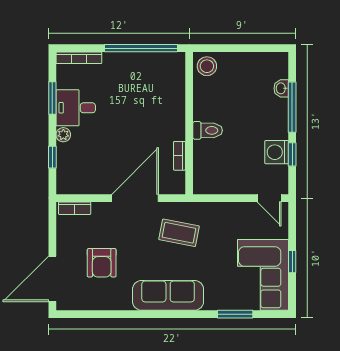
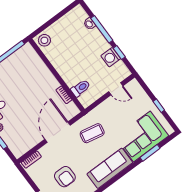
toilet: (208, 130) -> (81, 88), moved
door: (269, 198) -> (116, 89), moved
corner sofa: (263, 275) -> (142, 136), moved, turned 90

